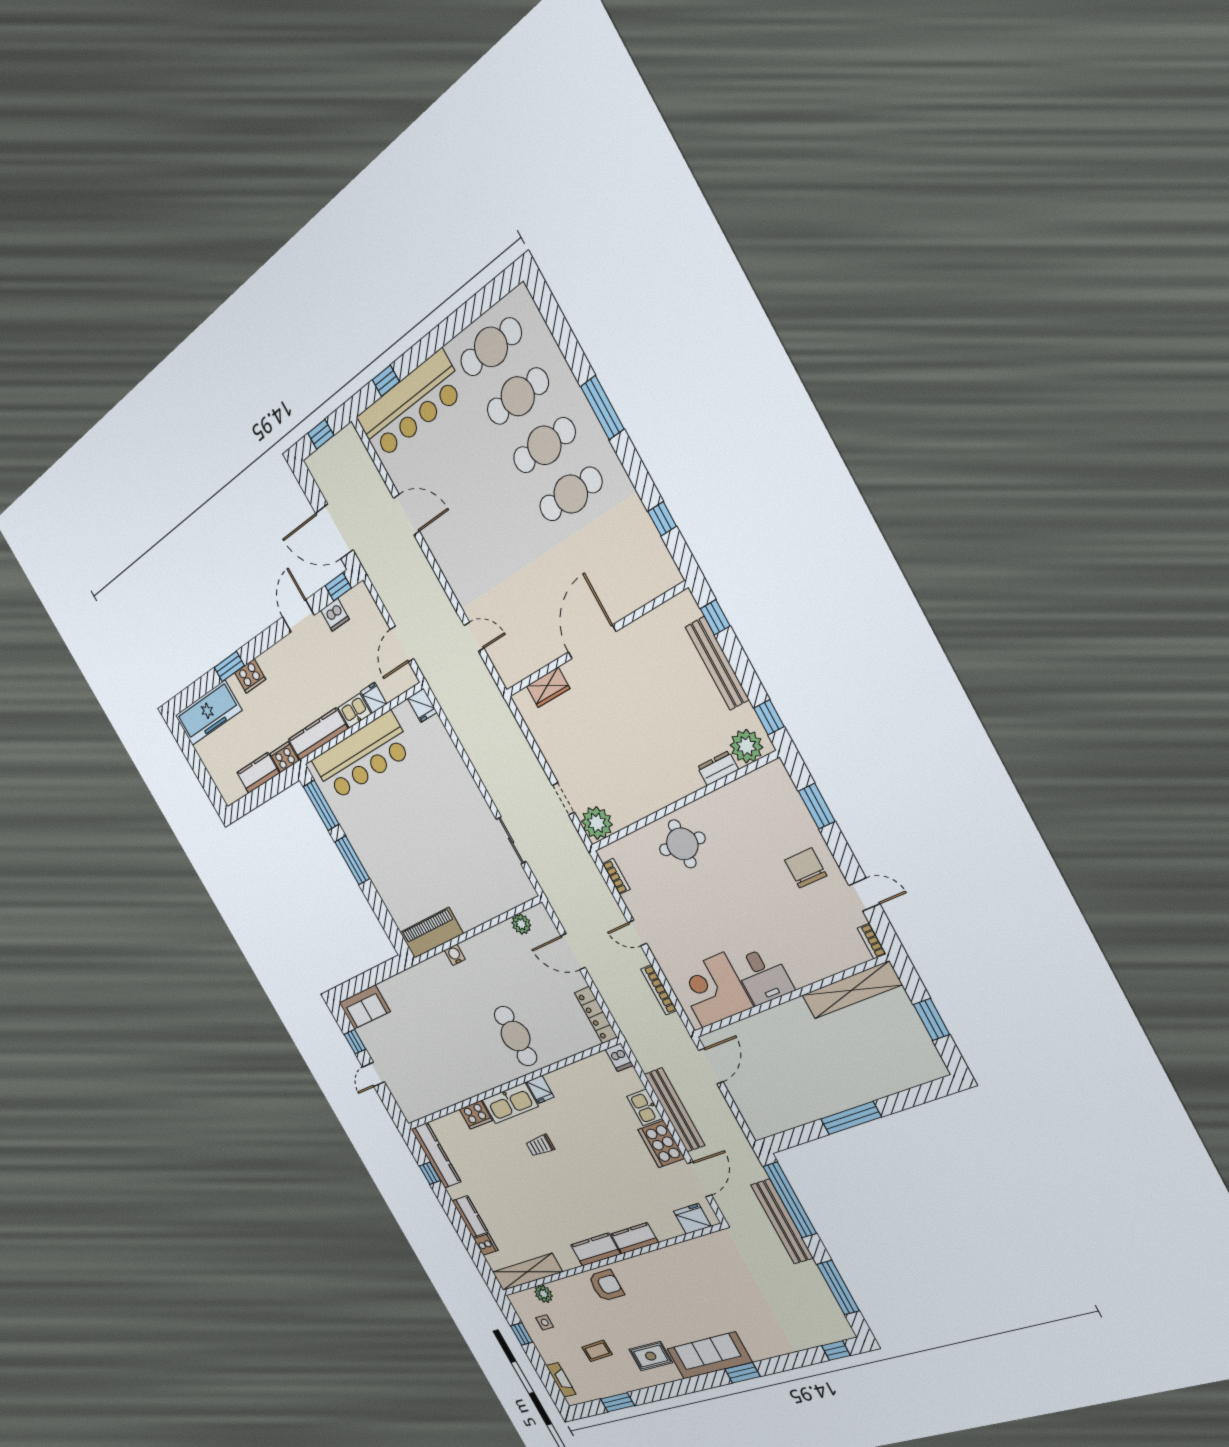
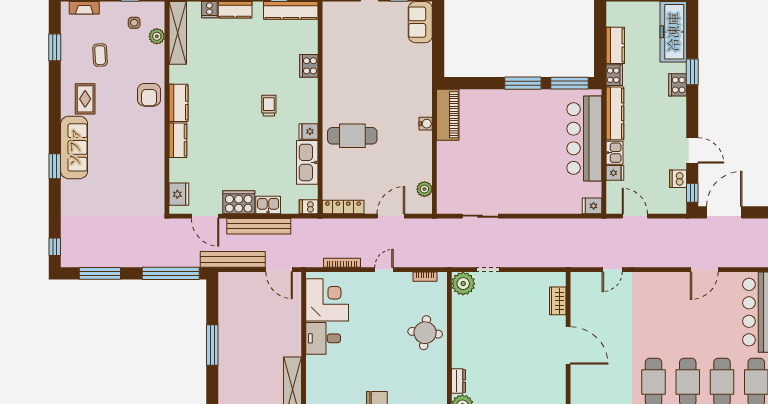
kitchen sink: (510, 1103) -> (307, 162), moved
bench: (782, 1222) -> (233, 259), moved

